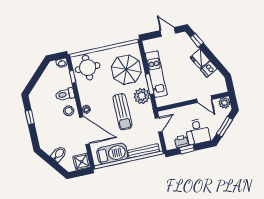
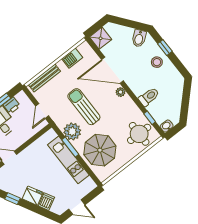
window: (197, 40) -> (12, 199), moved
dishwasher: (209, 69) -> (46, 202), moved
stool: (69, 111) -> (157, 62), moved
window: (30, 117) -> (165, 48), moved
bidet: (59, 154) -> (139, 38), moved
barbecue: (112, 154) -> (72, 58), width x0.53, depth x0.65

